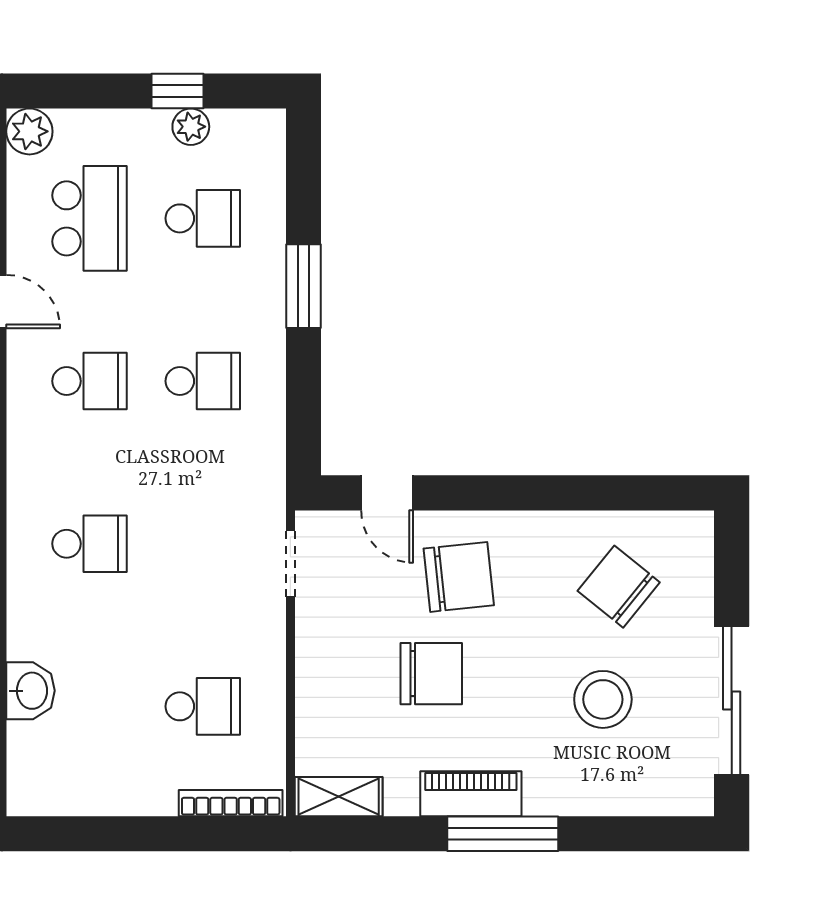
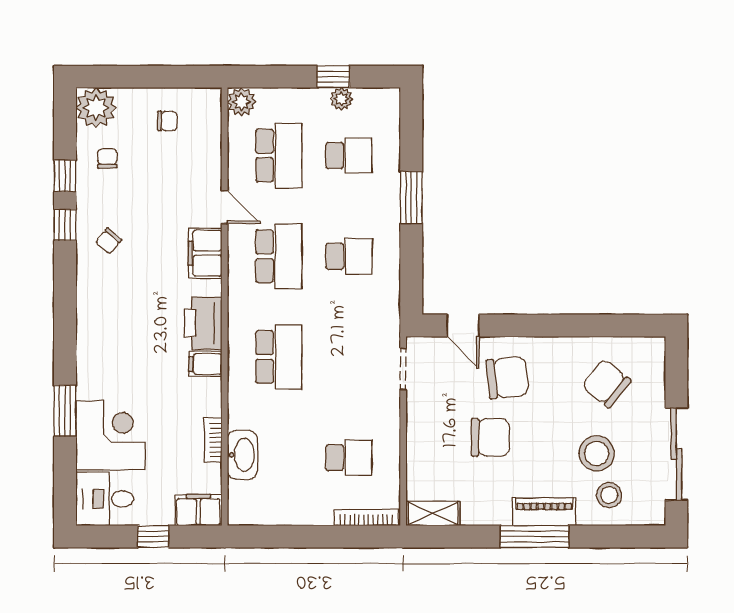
school desk: (90, 381) -> (279, 256), width x1.85
school desk: (90, 544) -> (279, 357), width x1.85
washbasin: (31, 691) -> (242, 455), width x1.38
stool: (623, 767) -> (609, 495), added
piano: (471, 794) -> (544, 512), moved

